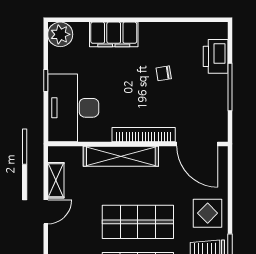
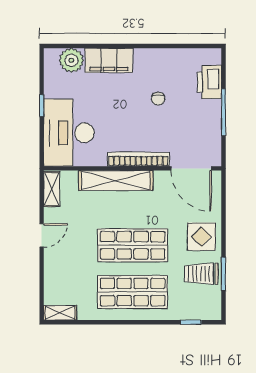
plant: (60, 34) -> (71, 60), moved
chair: (164, 73) -> (158, 99), turned -81
shelving: (56, 180) -> (52, 189), moved

